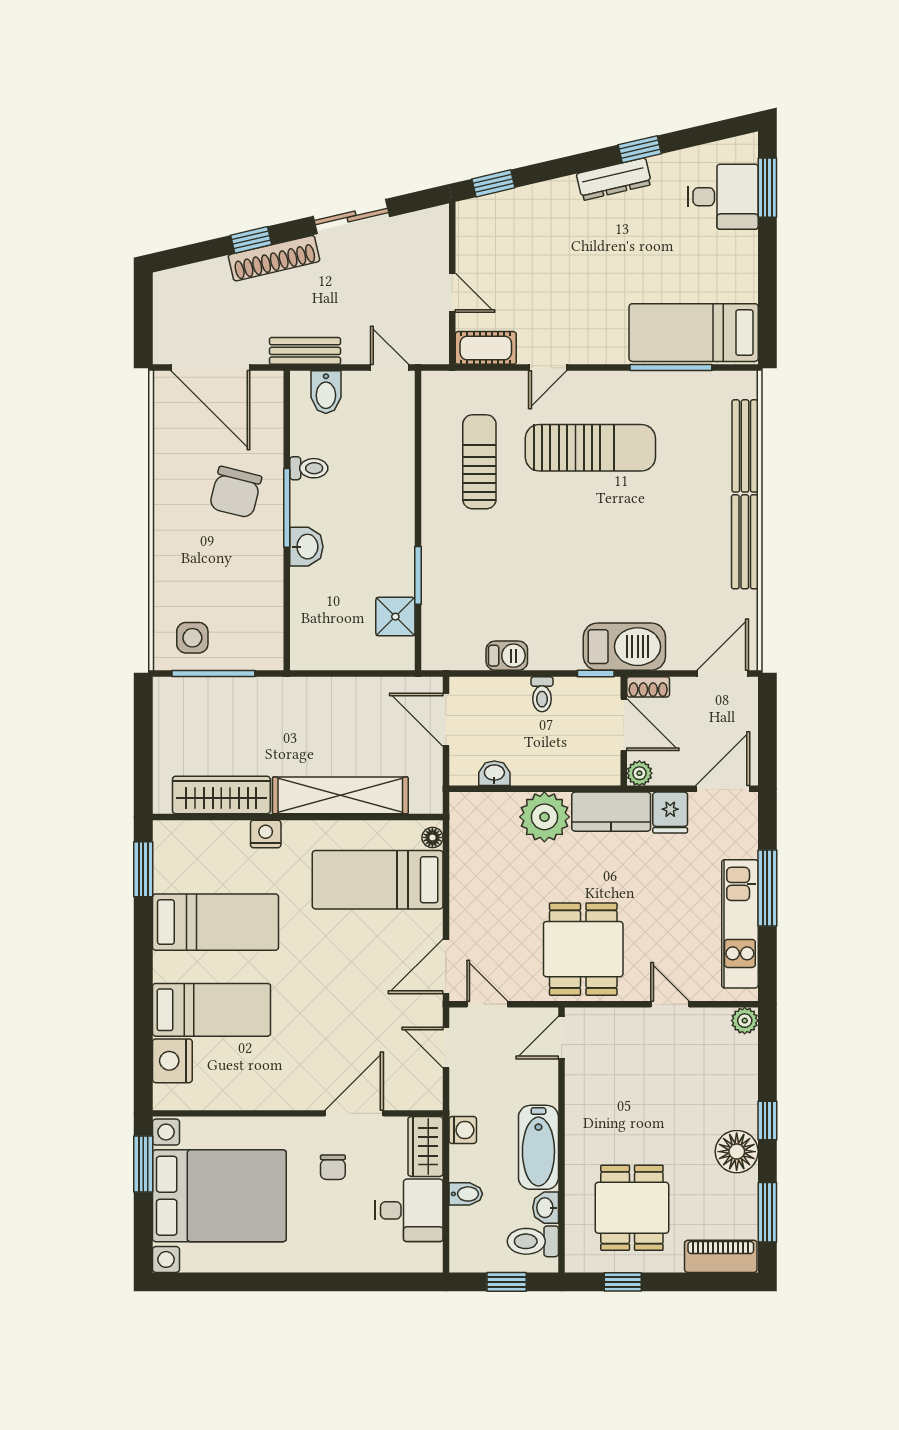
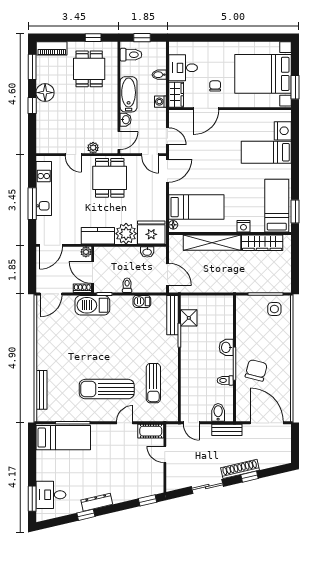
bench: (745, 542) -> (172, 315), moved
fridge: (670, 813) -> (151, 232), moved, width x1.88, depth x1.34
bed: (216, 922) -> (277, 206), moved, turned 90
plant: (745, 1021) -> (93, 148), moved
washbasin: (546, 1208) -> (126, 120), moved

